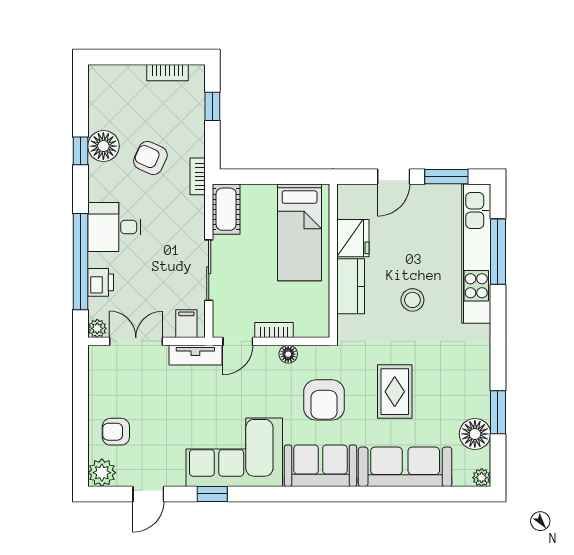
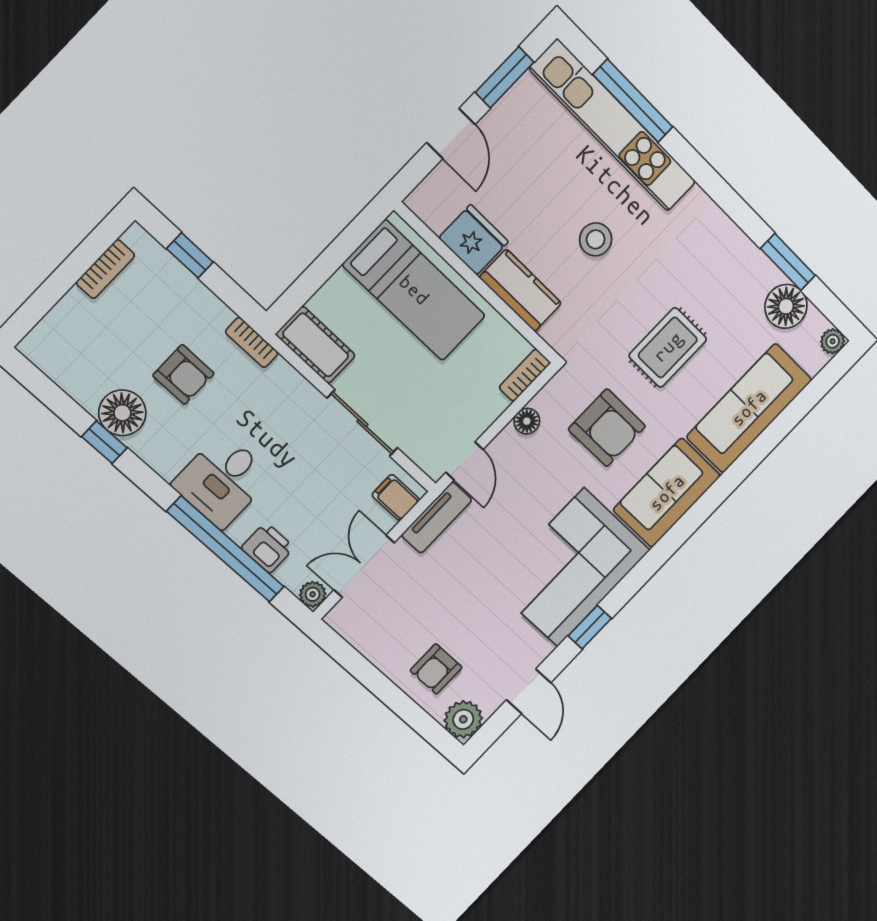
armchair: (150, 158) -> (183, 374), turned -114
bookcase: (274, 330) -> (525, 375), moved
rug: (395, 392) -> (668, 347), turned 90

